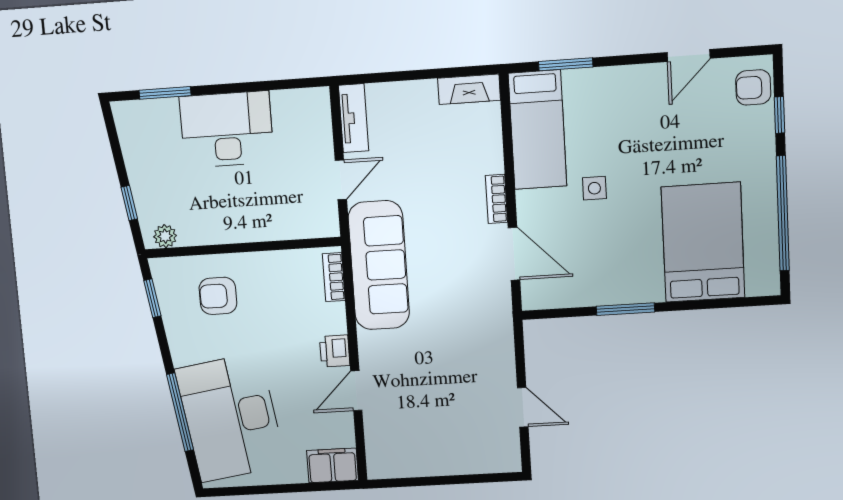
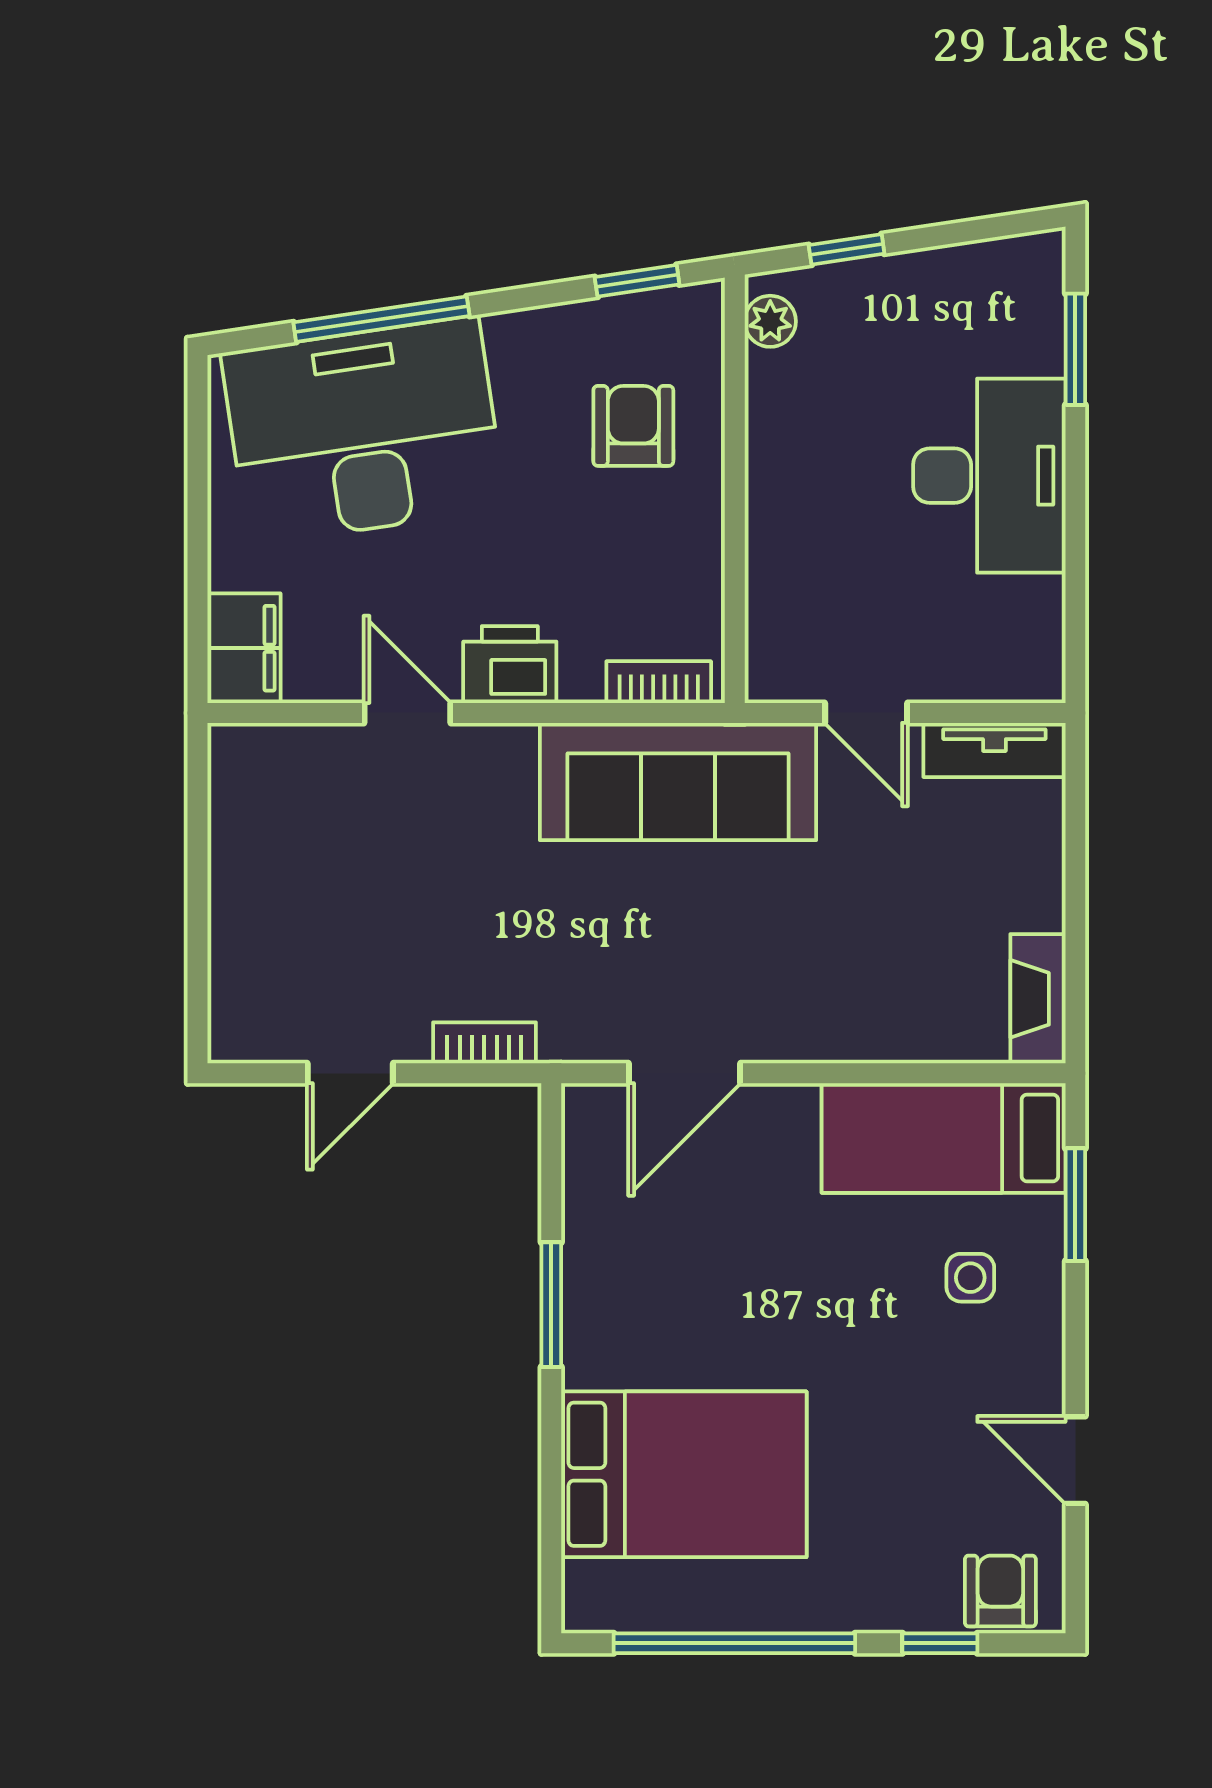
side table: (594, 188) -> (970, 1278), moved
bookcase: (496, 199) -> (484, 1043), moved
printer: (335, 351) -> (510, 665), width x1.36, depth x1.24

